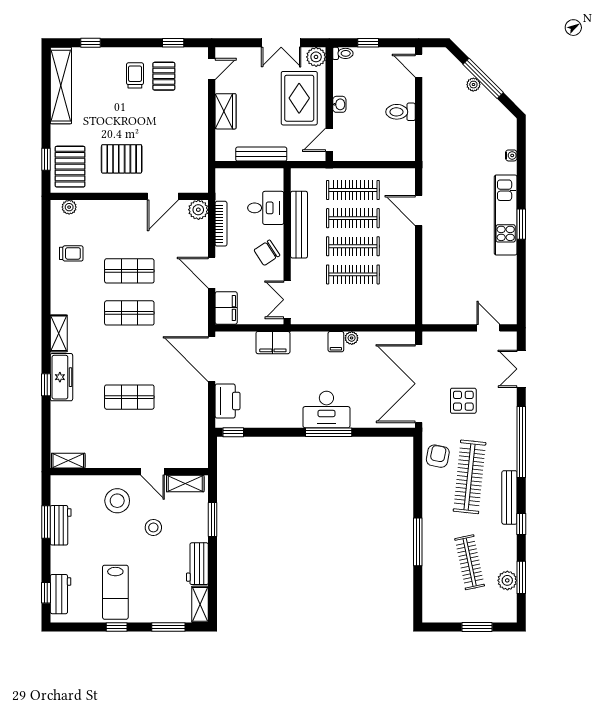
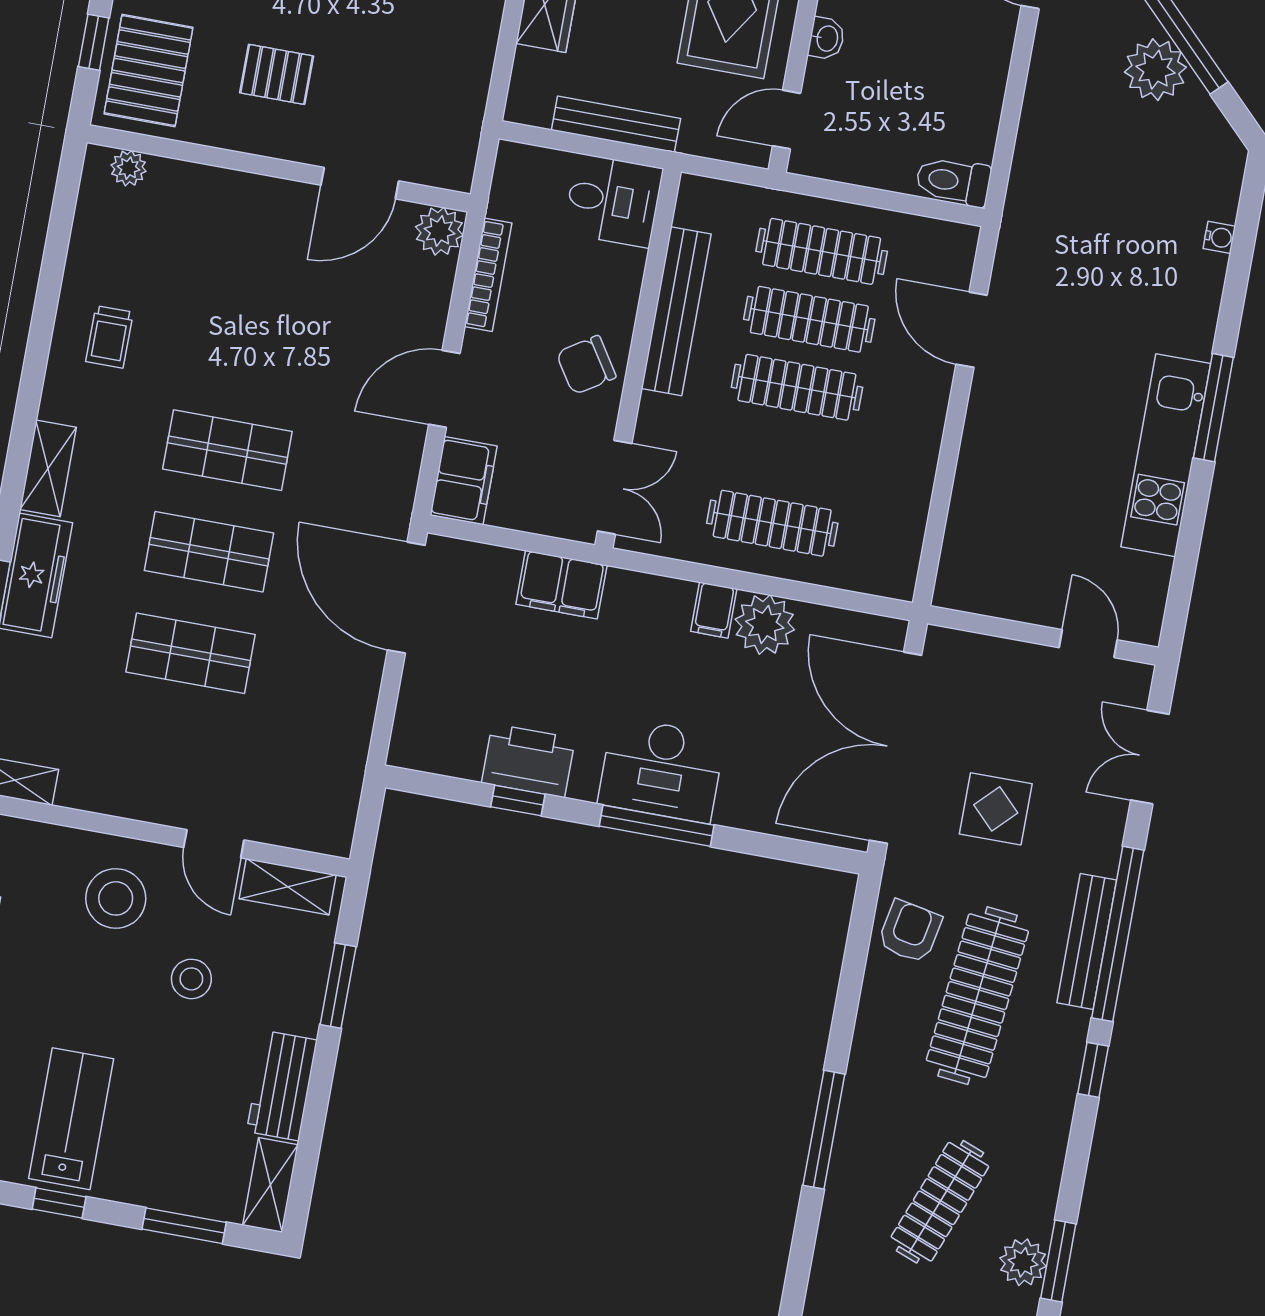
plant: (473, 85) -> (1155, 70), width x1.87, depth x1.87
toilet: (401, 112) -> (953, 181), moved
pallet: (122, 159) -> (277, 74), width x0.67, depth x0.71
desk: (266, 208) -> (613, 201), moved
kitchen unit: (506, 215) -> (1166, 455), moved
window: (521, 224) -> (1213, 408), width x1.44
trolley: (71, 253) -> (109, 337), moved, turned 90
shop shelf: (129, 271) -> (209, 552), moved
door: (212, 273) -> (444, 389), hinge flipped
clothes rail: (353, 274) -> (772, 523), moved
double door: (287, 300) -> (615, 487), swing flipped
plant: (352, 338) -> (765, 625), width x1.88, depth x1.88
printer: (228, 401) -> (528, 761), moved, turned -90
window: (233, 432) -> (518, 801), moved
bench: (509, 497) -> (1087, 941), moved
window: (521, 524) -> (1093, 1070), moved
clothes rail: (470, 562) -> (940, 1202), turned 33
lab bench: (115, 592) -> (71, 1119), turned 180

